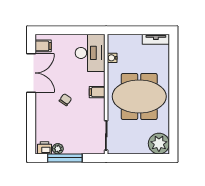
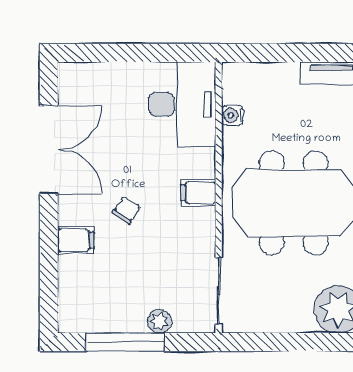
filing cabinet: (43, 46) -> (76, 240), moved
printer: (45, 148) -> (79, 319), removed
plant: (58, 149) -> (159, 321), moved

